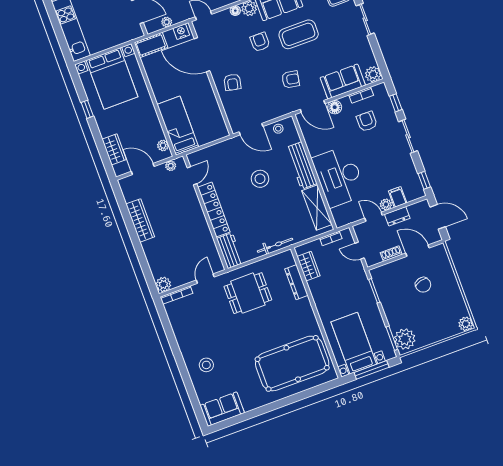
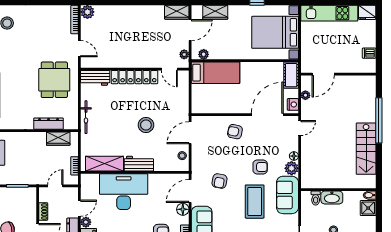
workbench: (302, 166) -> (139, 164), width x0.73
wardrobe: (140, 220) -> (177, 12), moved, width x0.67

